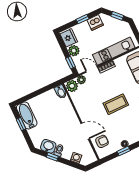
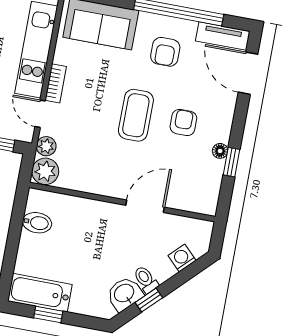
door: (92, 69) -> (40, 114), hinge flipped
bidet: (61, 92) -> (37, 223), moved
armchair: (102, 141) -> (183, 122), moved

